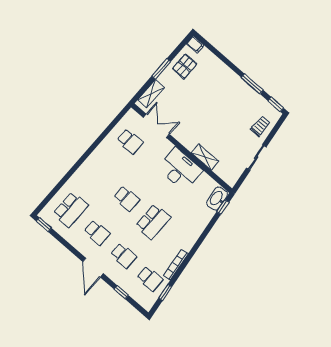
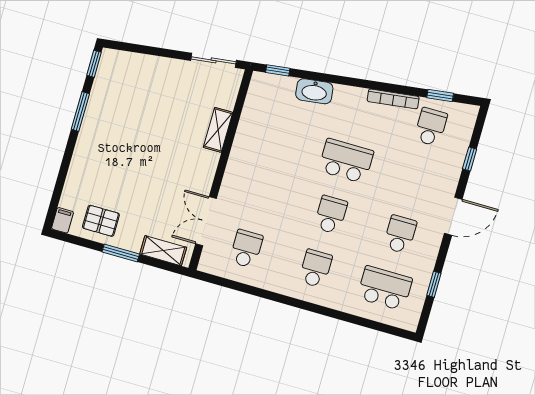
trolley: (260, 126) -> (136, 71), removed
sliding door: (256, 157) -> (214, 60), moved
desk: (180, 169) -> (253, 158), removed
washbasin: (217, 199) -> (314, 91), moved
window: (44, 225) -> (434, 284), moved
school desk: (123, 256) -> (315, 268), moved

